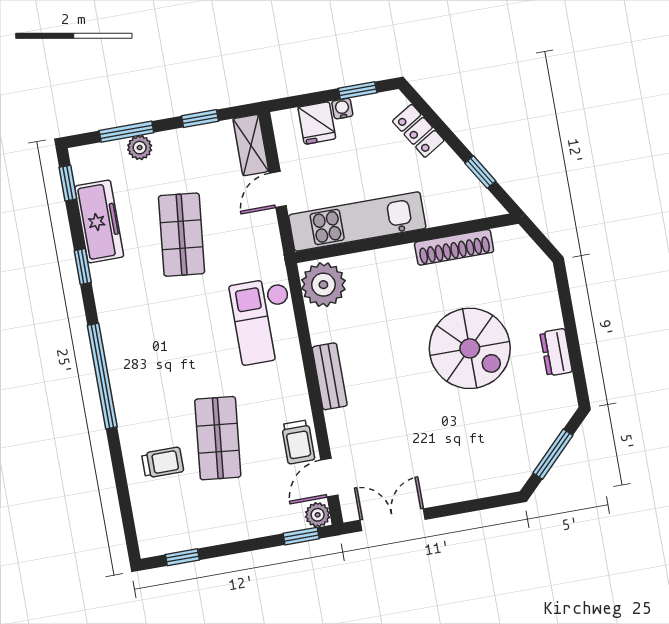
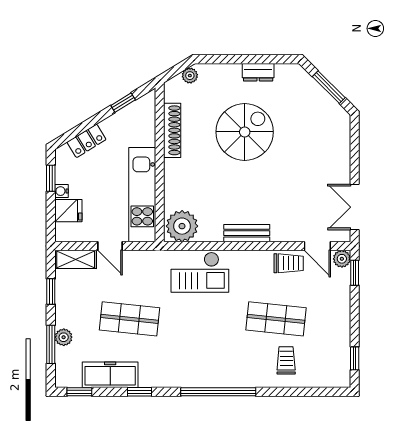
plant: (535, 258) -> (190, 76), added

